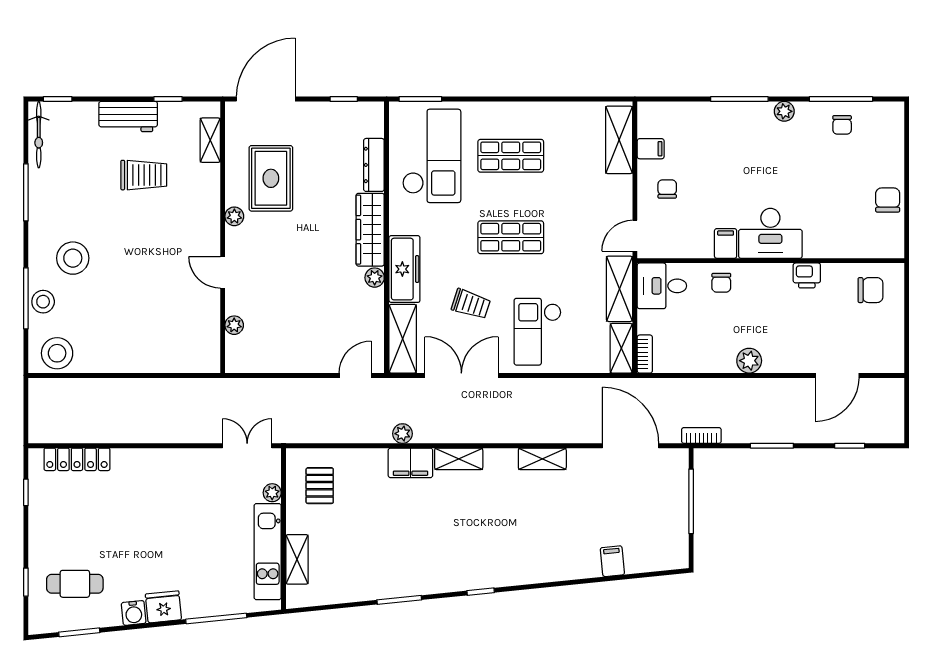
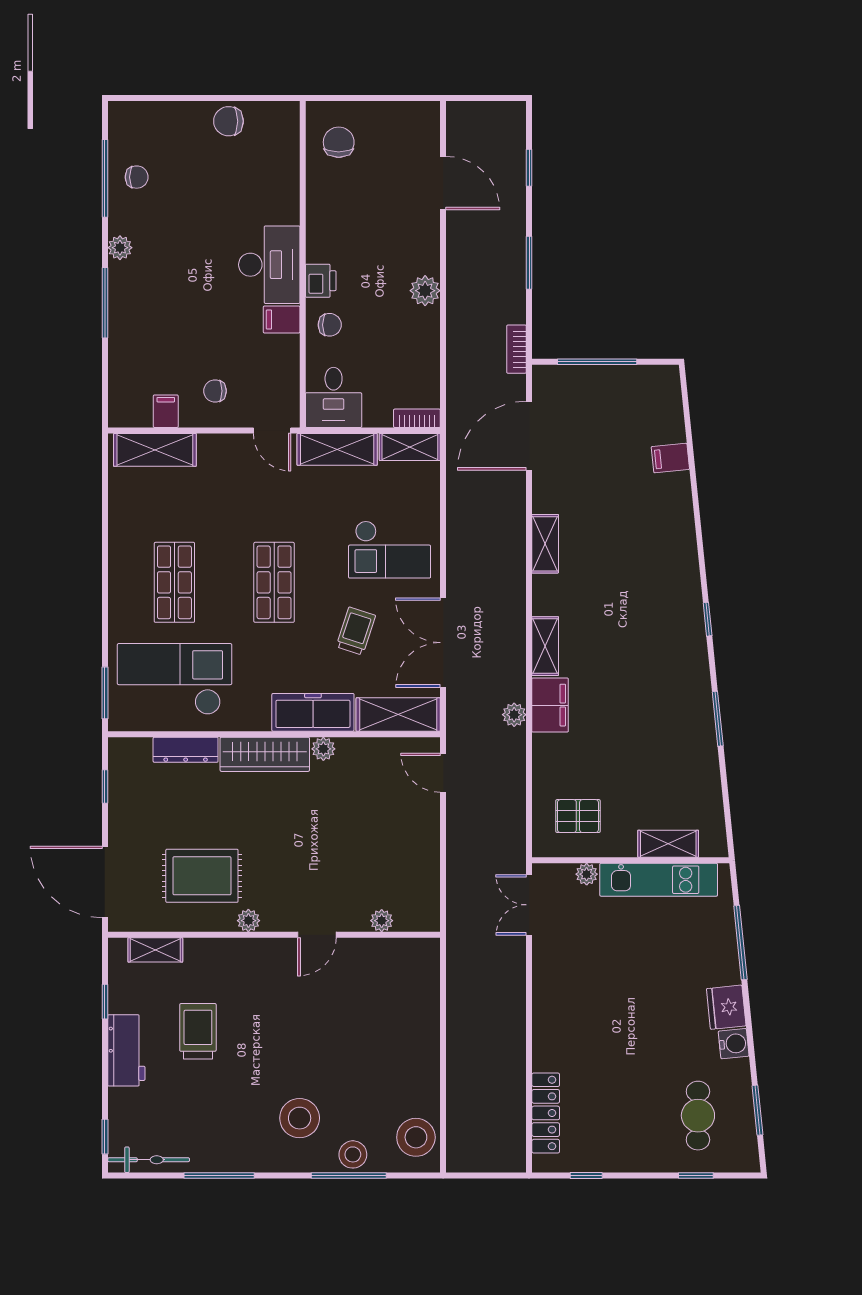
printer: (807, 275) -> (321, 281), moved

